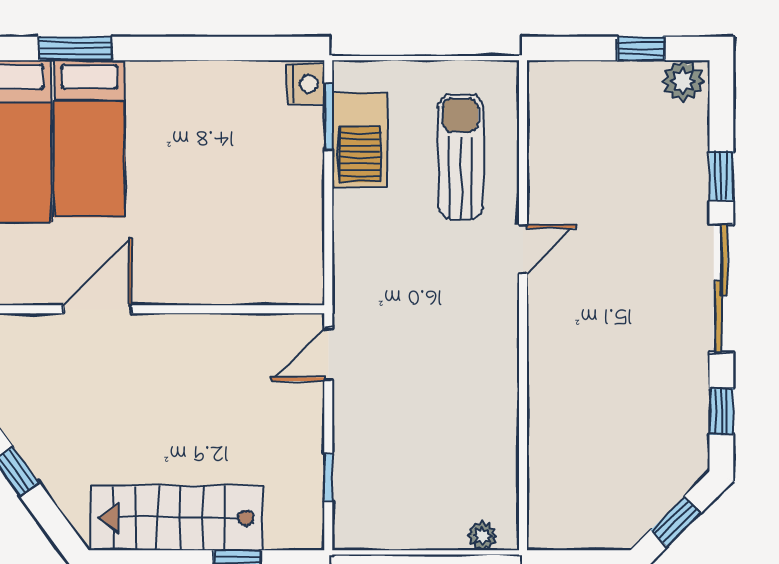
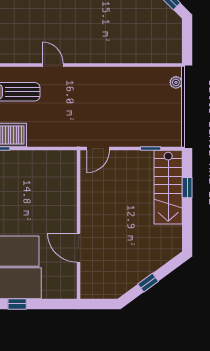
door: (328, 354) -> (98, 149), hinge flipped
stairs: (177, 518) -> (168, 187), moved

